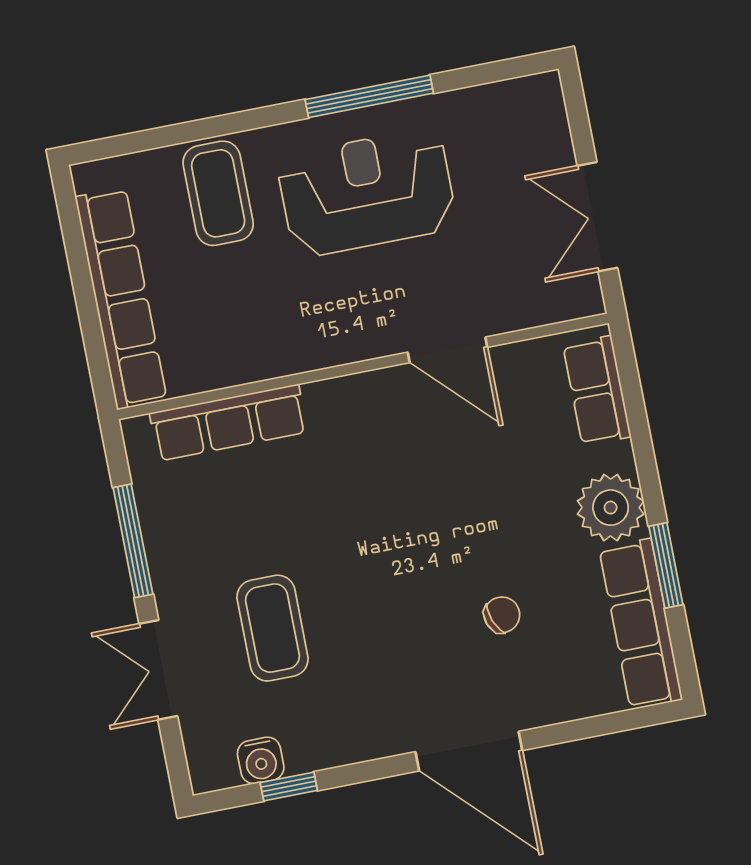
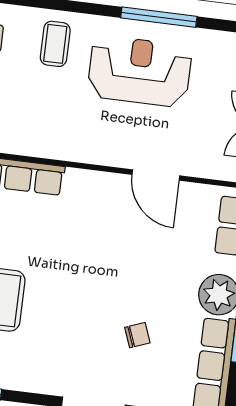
coffee table: (218, 193) -> (55, 44), width x0.73, depth x0.77

